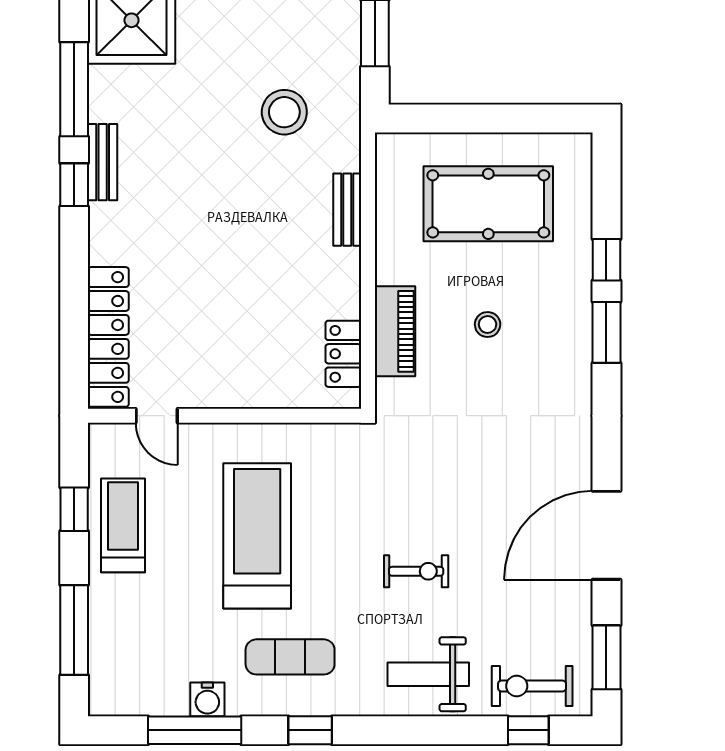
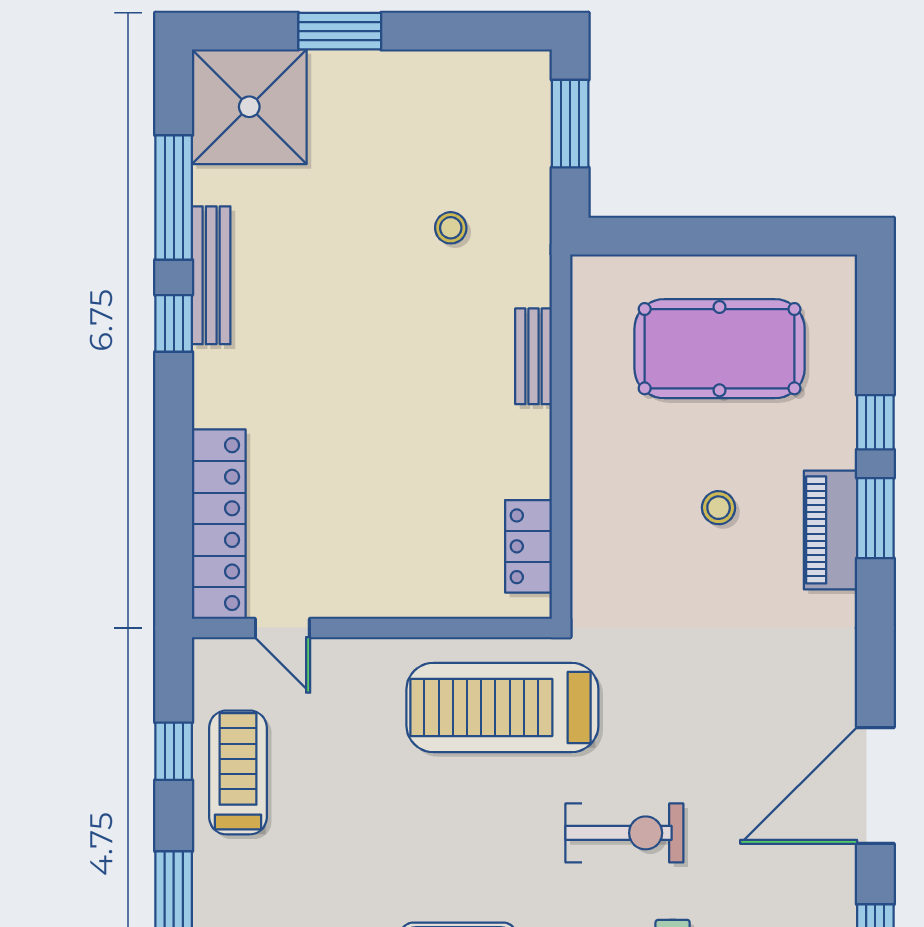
stool: (284, 112) -> (451, 228), width x0.53, depth x0.53
bench: (103, 162) -> (211, 275), width x1.36
piano: (395, 331) -> (830, 530), moved, turned 180
treadmill: (257, 536) -> (502, 707), moved, turned -90
exercise bike: (416, 571) -> (624, 833), width x1.38, depth x1.39

